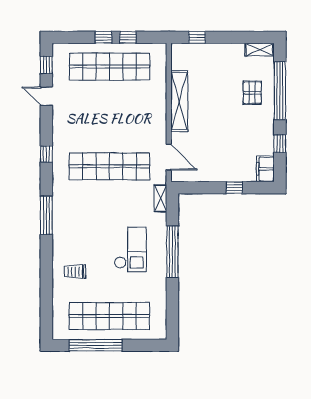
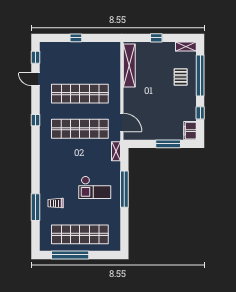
window: (128, 37) -> (93, 38), removed
window: (197, 37) -> (156, 38), moved
shop shelf: (109, 67) -> (80, 94), moved
shelving: (179, 101) -> (129, 66), moved
window: (234, 188) -> (168, 144), width x2.17
window: (46, 215) -> (35, 207), moved
checkout: (130, 249) -> (95, 187), turned 90

